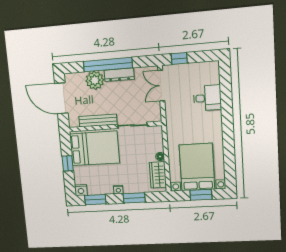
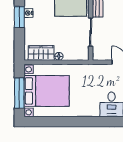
window: (201, 195) -> (19, 93), width x1.44
window: (134, 198) -> (19, 17), moved

